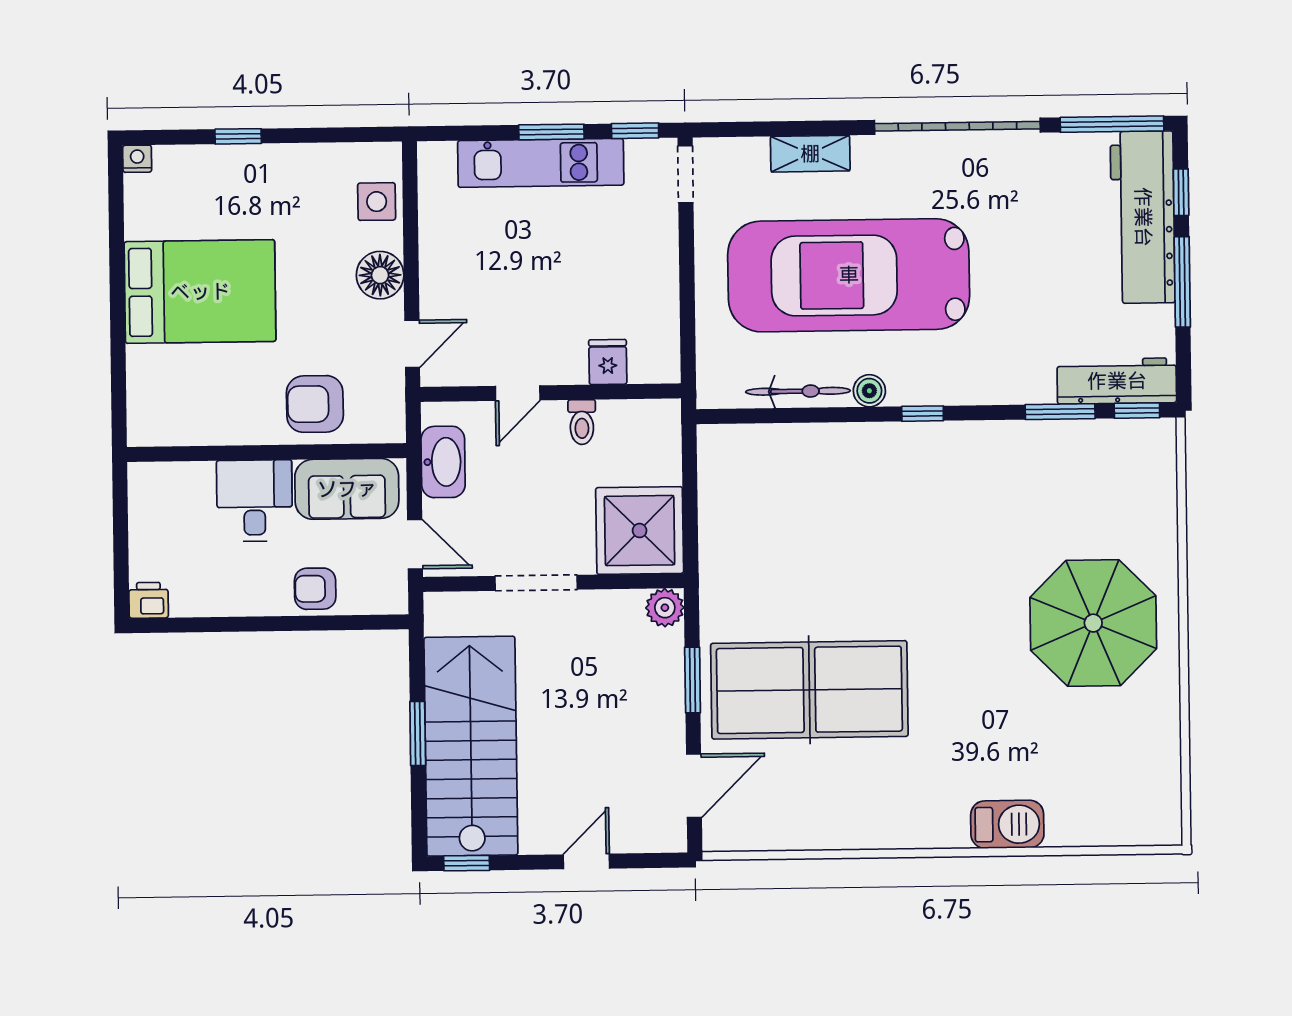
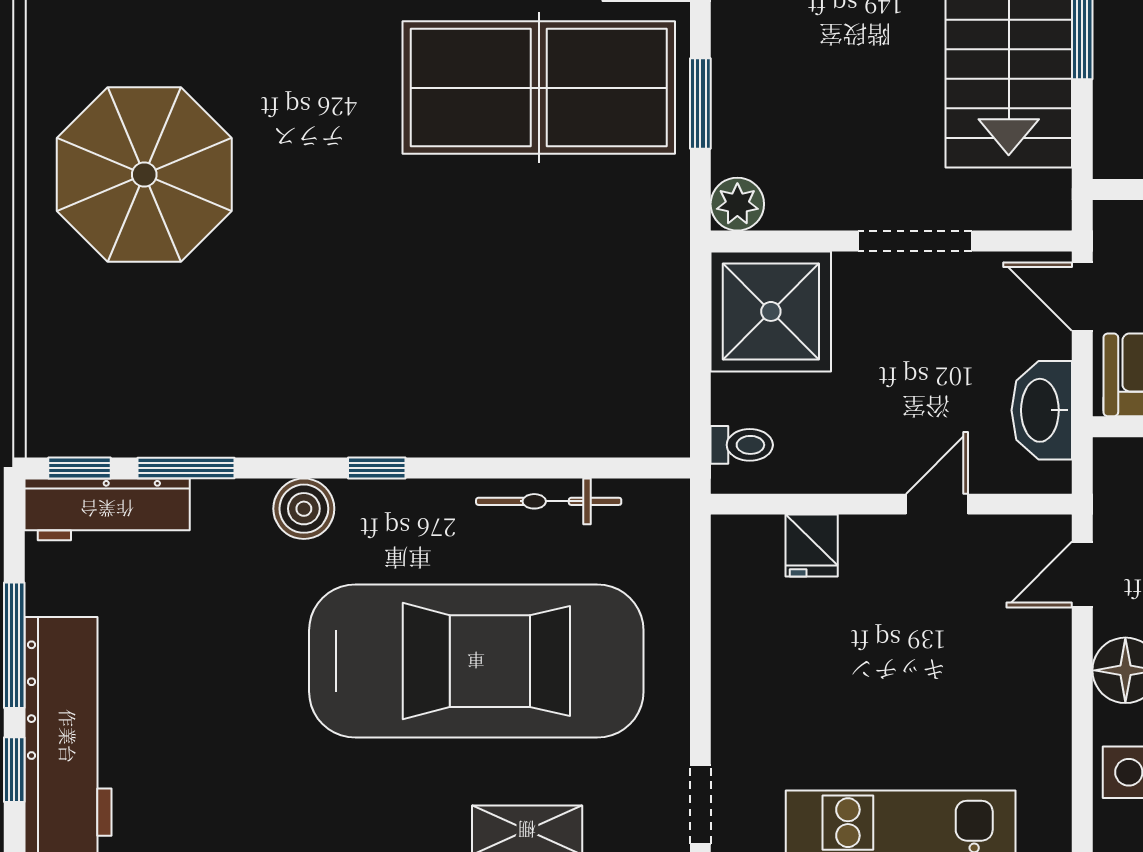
boiler: (869, 391) -> (304, 509), moved, width x1.36, depth x1.36
toilet: (582, 422) -> (742, 445), moved, turned 90

